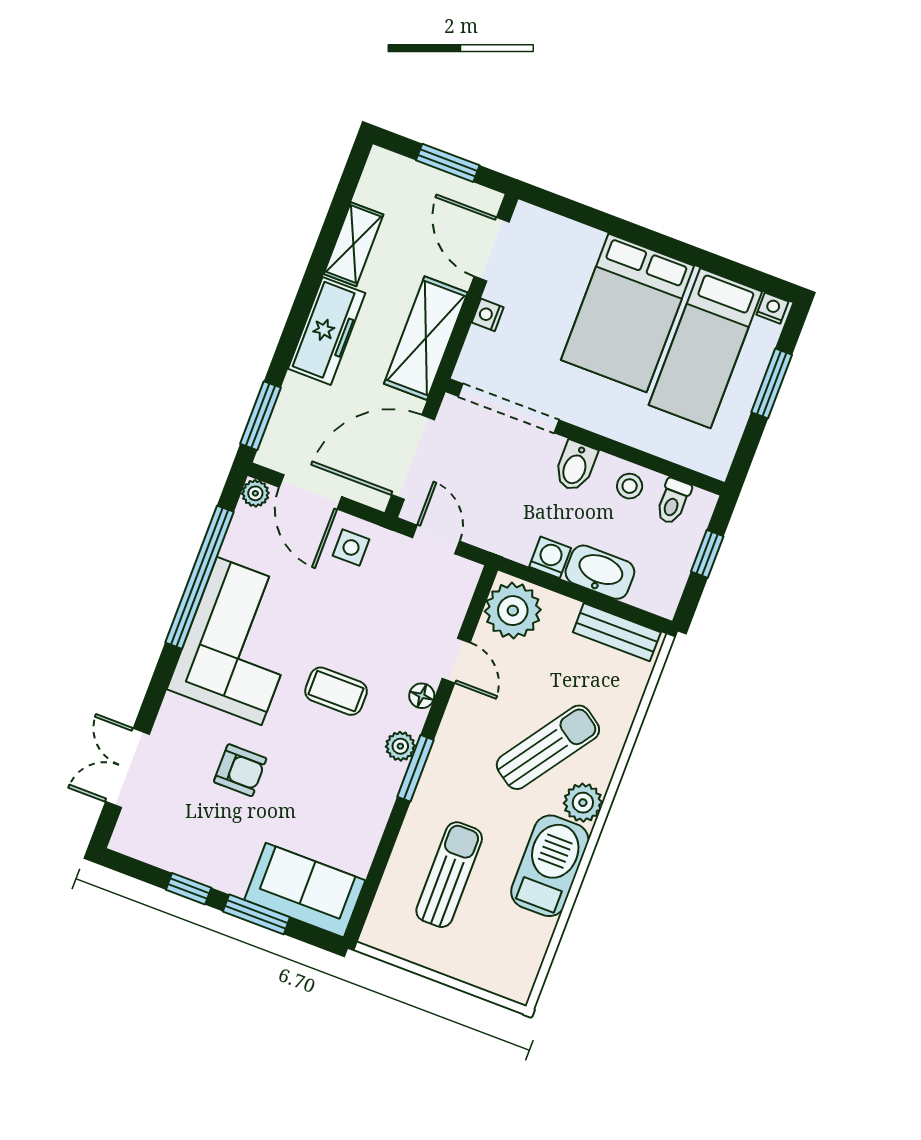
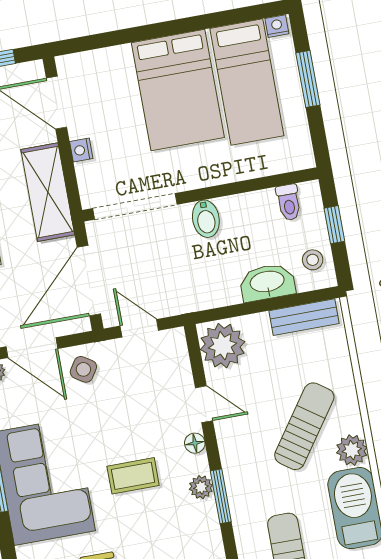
stool: (630, 486) -> (313, 260), moved
side table: (351, 547) -> (83, 369), turned 32
washing machine: (550, 557) -> (226, 293), removed

